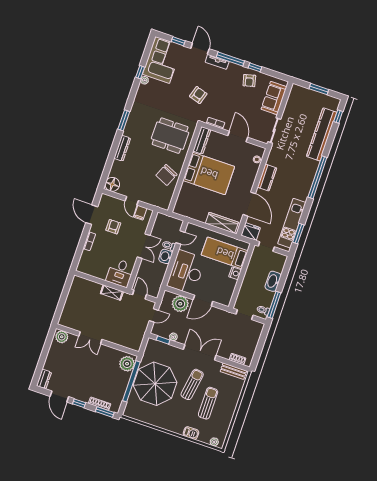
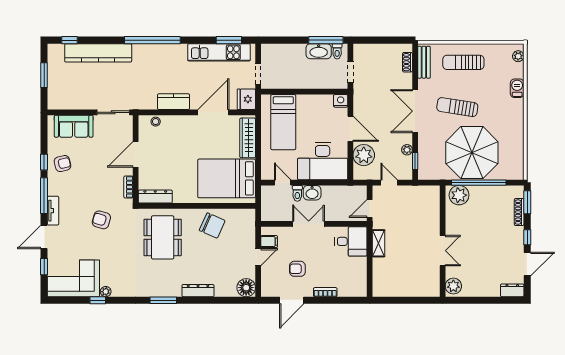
bed: (209, 173) -> (227, 178), moved, turned -90
nightstand: (235, 273) -> (341, 101), moved
washbasin: (273, 281) -> (319, 51), moved
sun lounger: (208, 403) -> (463, 62), moved

